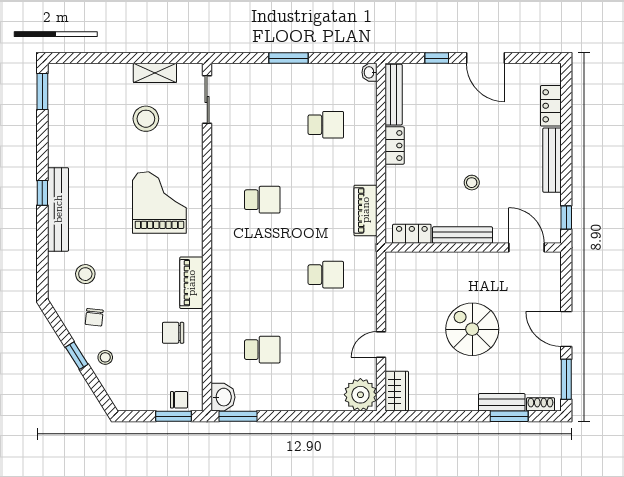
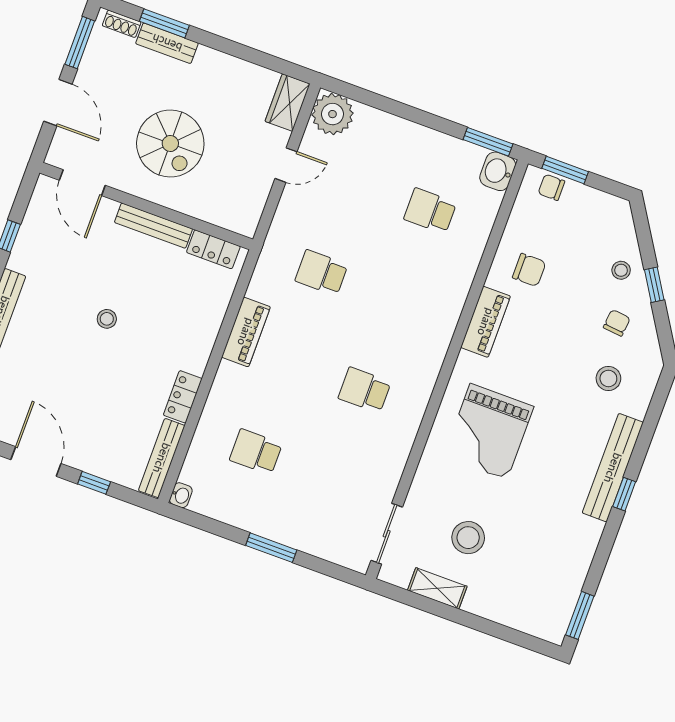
locker: (412, 234) -> (213, 249), moved
bench: (462, 235) -> (153, 226), moved
wall: (473, 248) -> (146, 206), moved
door: (527, 248) -> (82, 183), moved

